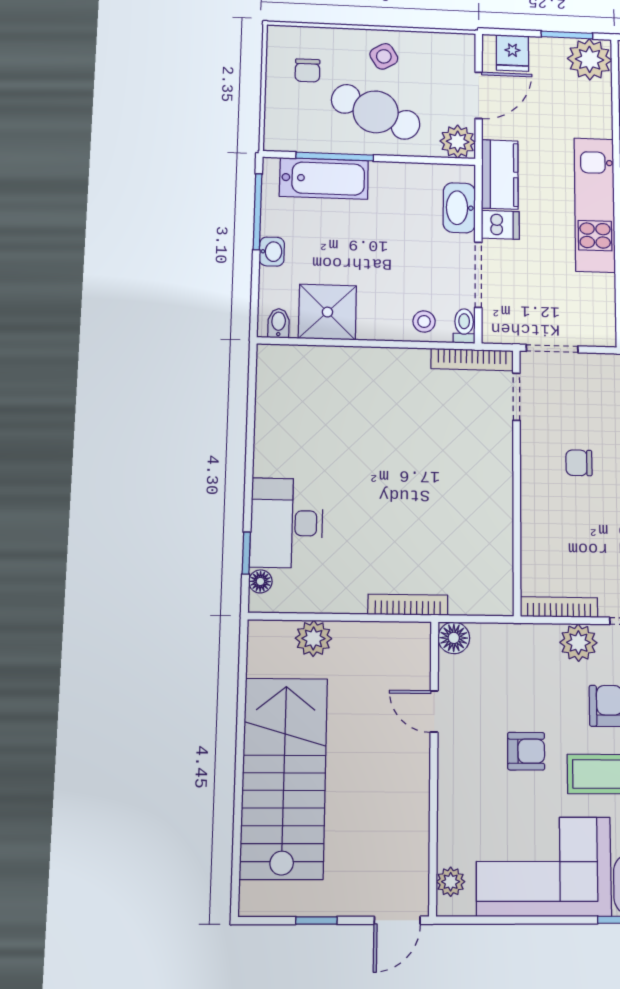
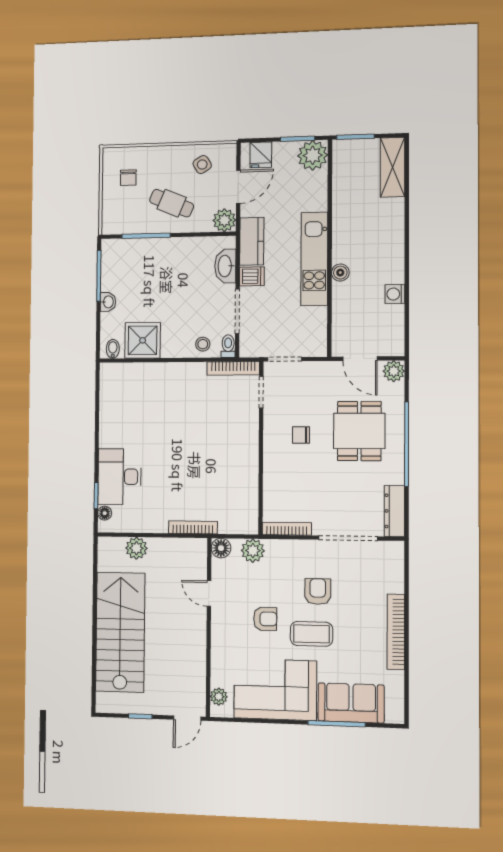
side table: (384, 56) -> (202, 165), moved
cafe table: (376, 112) -> (172, 203), width x0.73, depth x0.74
bathtub: (324, 178) -> (139, 251), removed
plant: (578, 643) -> (253, 551), moved

